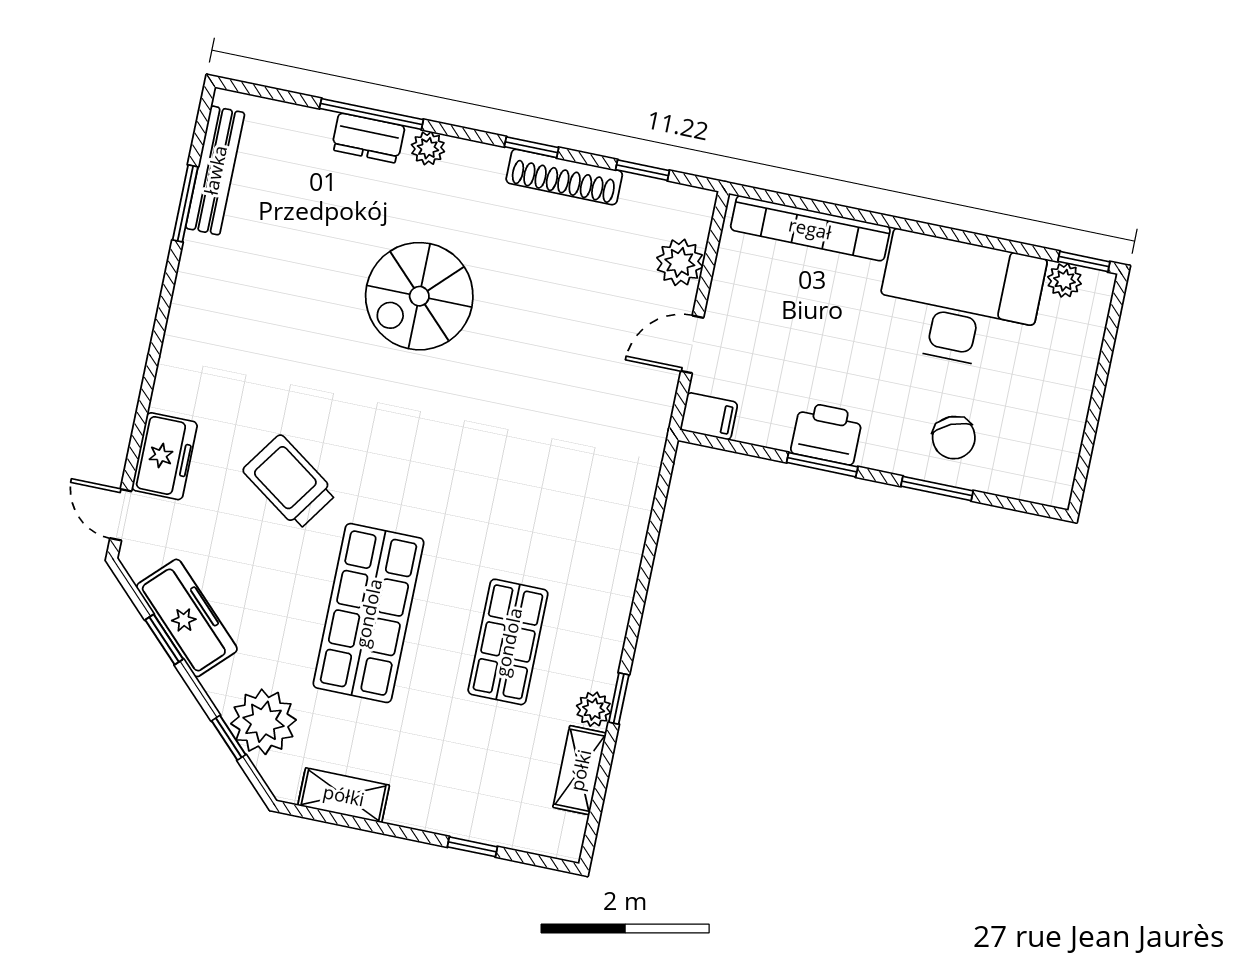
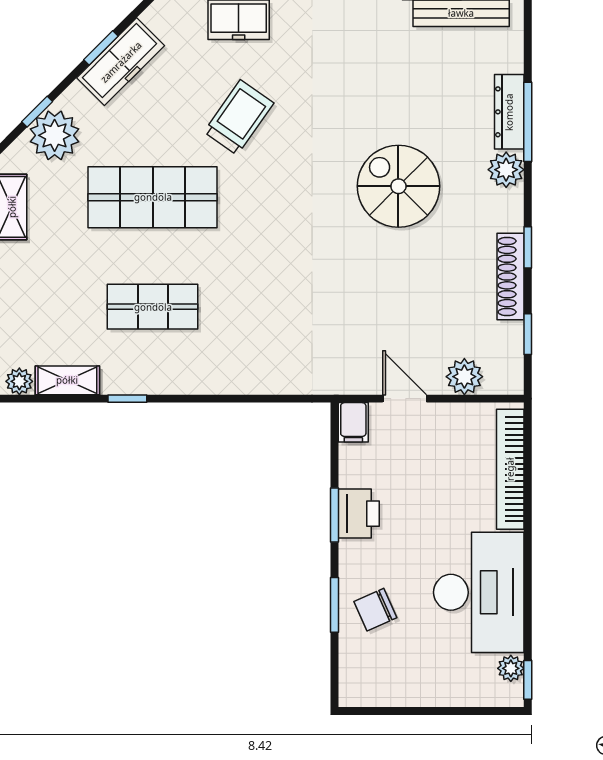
dresser: (368, 138) -> (509, 112), width x1.44
plant: (428, 148) -> (506, 170), width x1.38, depth x1.38
plant: (594, 709) -> (19, 381), moved

